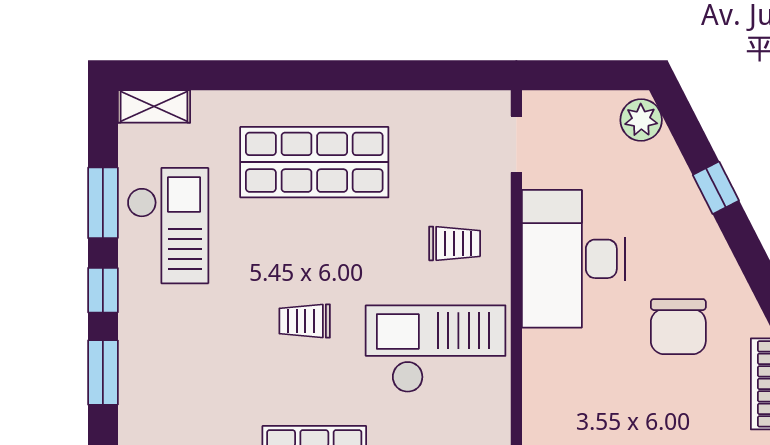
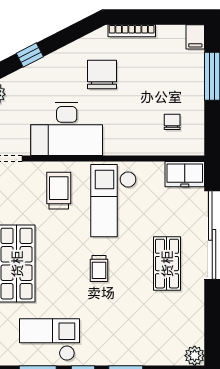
trolley: (455, 243) -> (59, 191), width x1.36, depth x1.39
chair: (678, 327) -> (102, 74), turned -90

